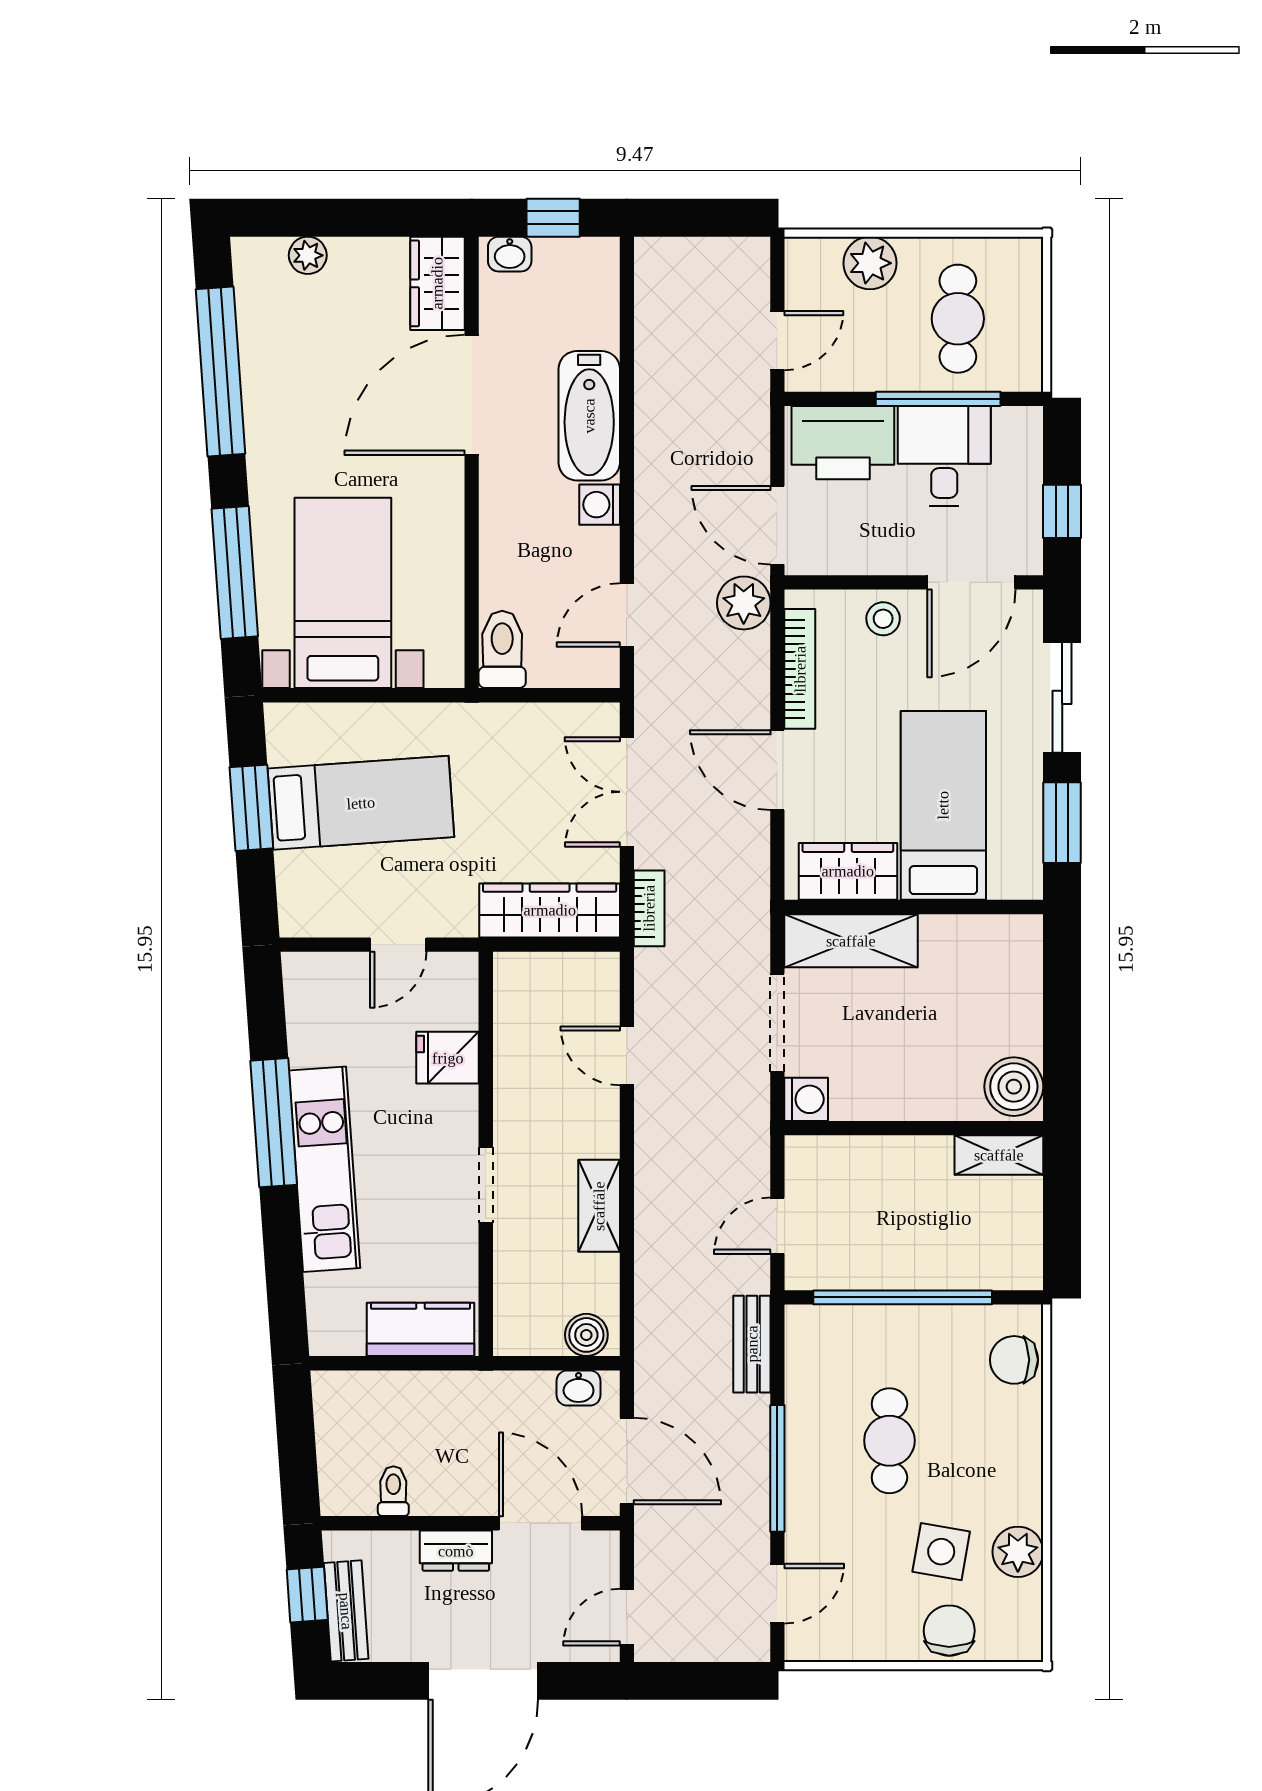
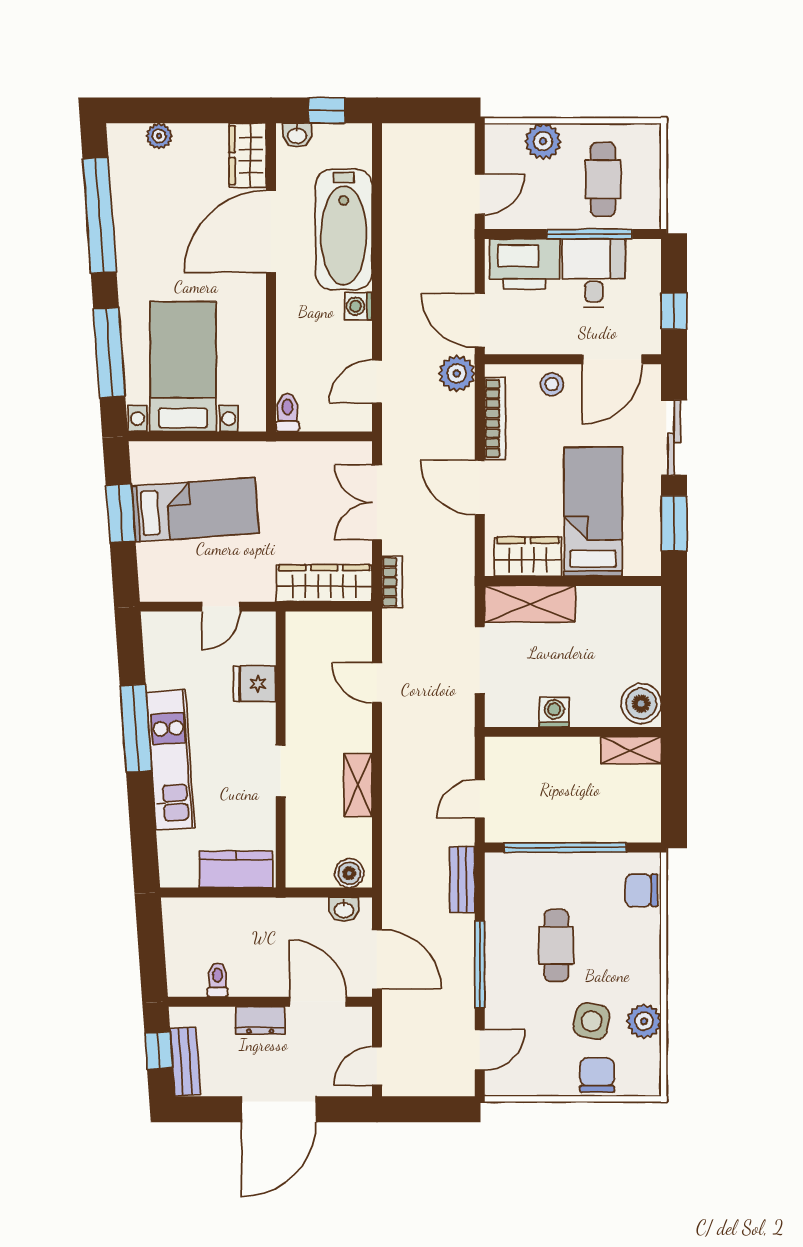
bathtub: (589, 416) -> (344, 229), width x1.36, depth x1.36
toilet: (502, 649) -> (287, 412), width x0.73, depth x0.72
washing machine: (806, 1099) -> (554, 712), moved, turned -90

